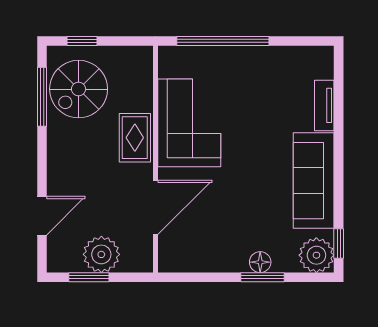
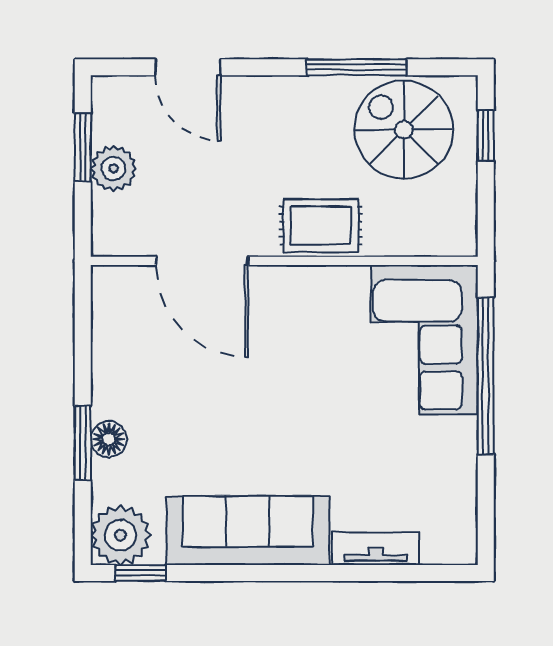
window: (42, 97) -> (357, 67), moved
corner sofa: (189, 123) -> (424, 340), moved, turned 90
plant: (101, 254) -> (113, 168), width x0.73, depth x0.73

